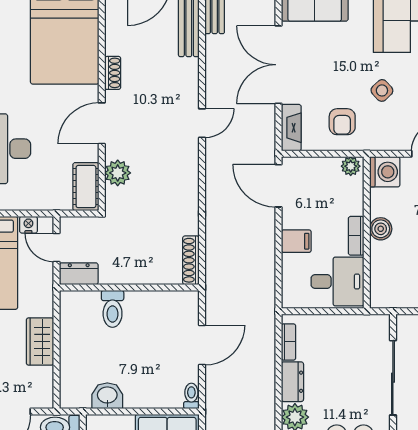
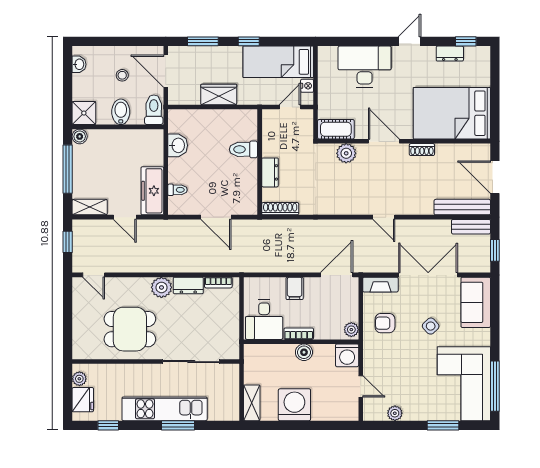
side table: (382, 90) -> (431, 326), moved
dresser: (79, 274) -> (270, 172), moved
toilet: (191, 396) -> (178, 190), moved

